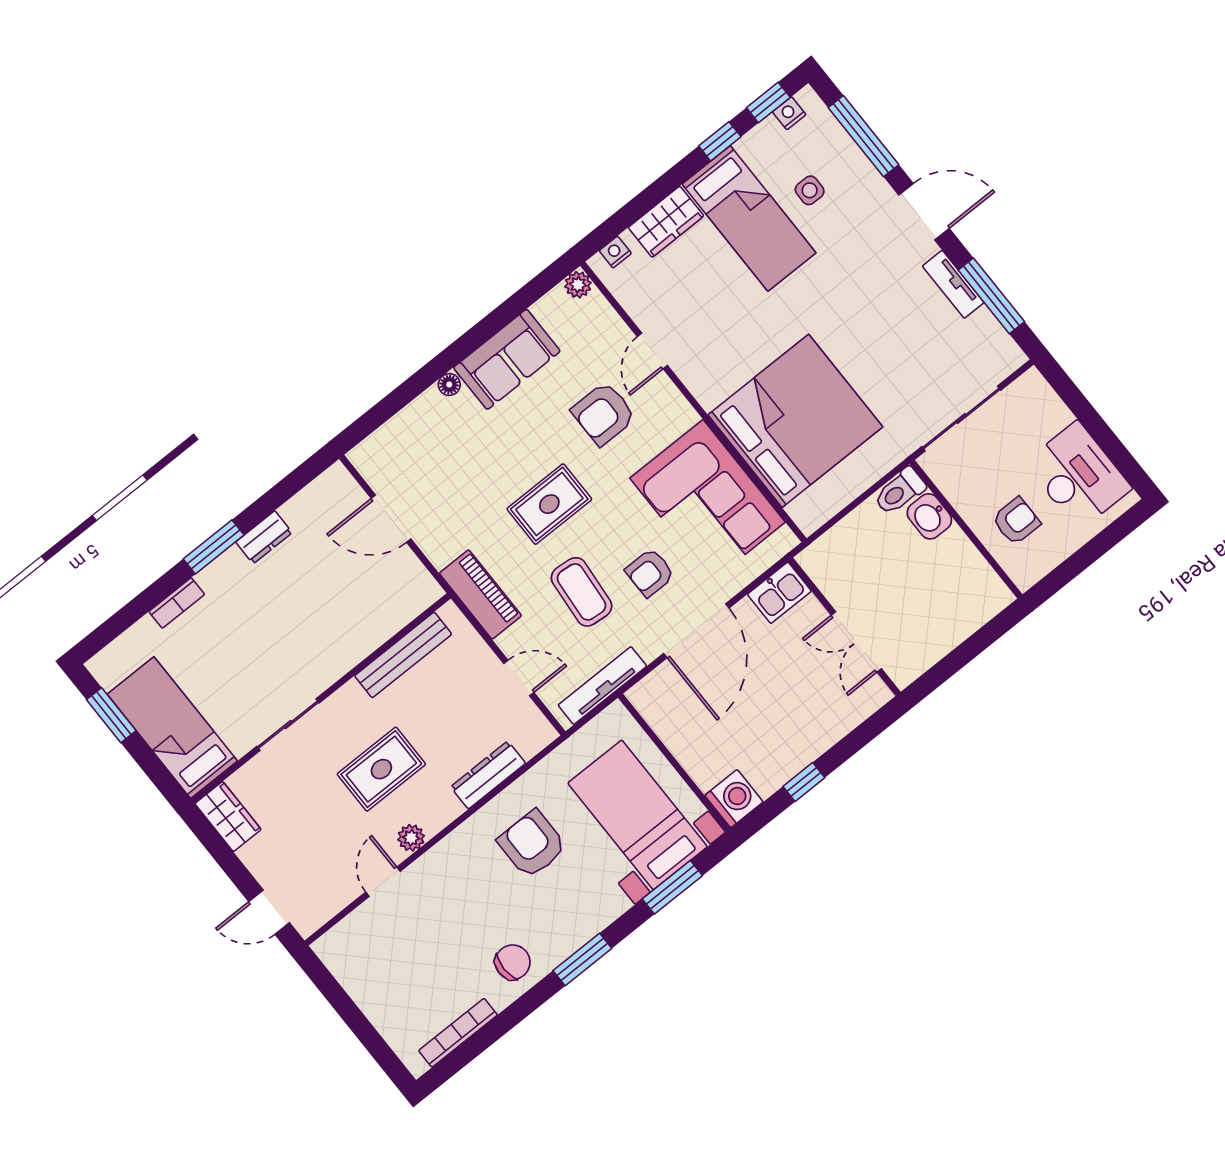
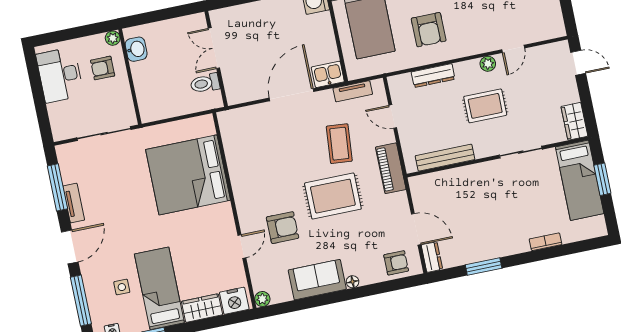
door: (924, 212) -> (70, 247), swing flipped
nightstand: (615, 252) -> (234, 301), width x1.89, depth x1.79
toilet: (900, 491) -> (205, 83), moved, turned 180
corner sofa: (708, 500) -> (252, 157), removed
rug: (549, 504) -> (333, 196), width x1.36, depth x1.43
washbasin: (929, 516) -> (136, 49), moved
dresser: (264, 537) -> (432, 257), moved, turned 90
window: (214, 547) -> (484, 266), moved
armchair: (650, 573) -> (396, 263), moved
plant: (1024, 576) -> (113, 38), added
kitchen sink: (779, 593) -> (328, 74), moved
double door: (856, 642) -> (214, 48), swing flipped
tv unit: (602, 686) -> (353, 91), width x0.71
window: (111, 715) -> (602, 179), moved

